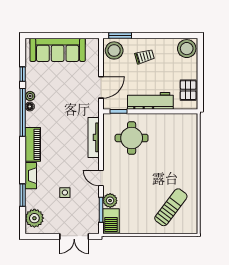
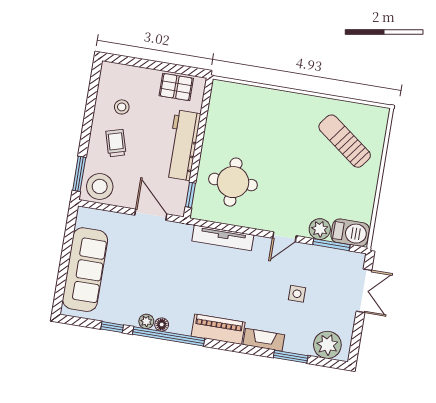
stool: (187, 49) -> (122, 107), moved, width x0.53, depth x0.53

